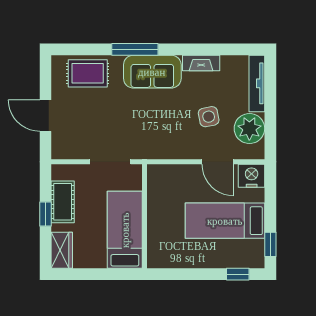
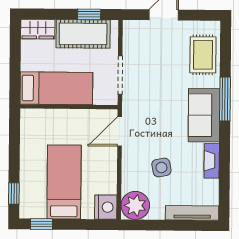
plant: (249, 129) -> (135, 205), moved
door: (218, 162) -> (120, 131), moved
cot: (63, 202) -> (83, 34), width x1.37, depth x1.34
window: (45, 214) -> (89, 14), moved

